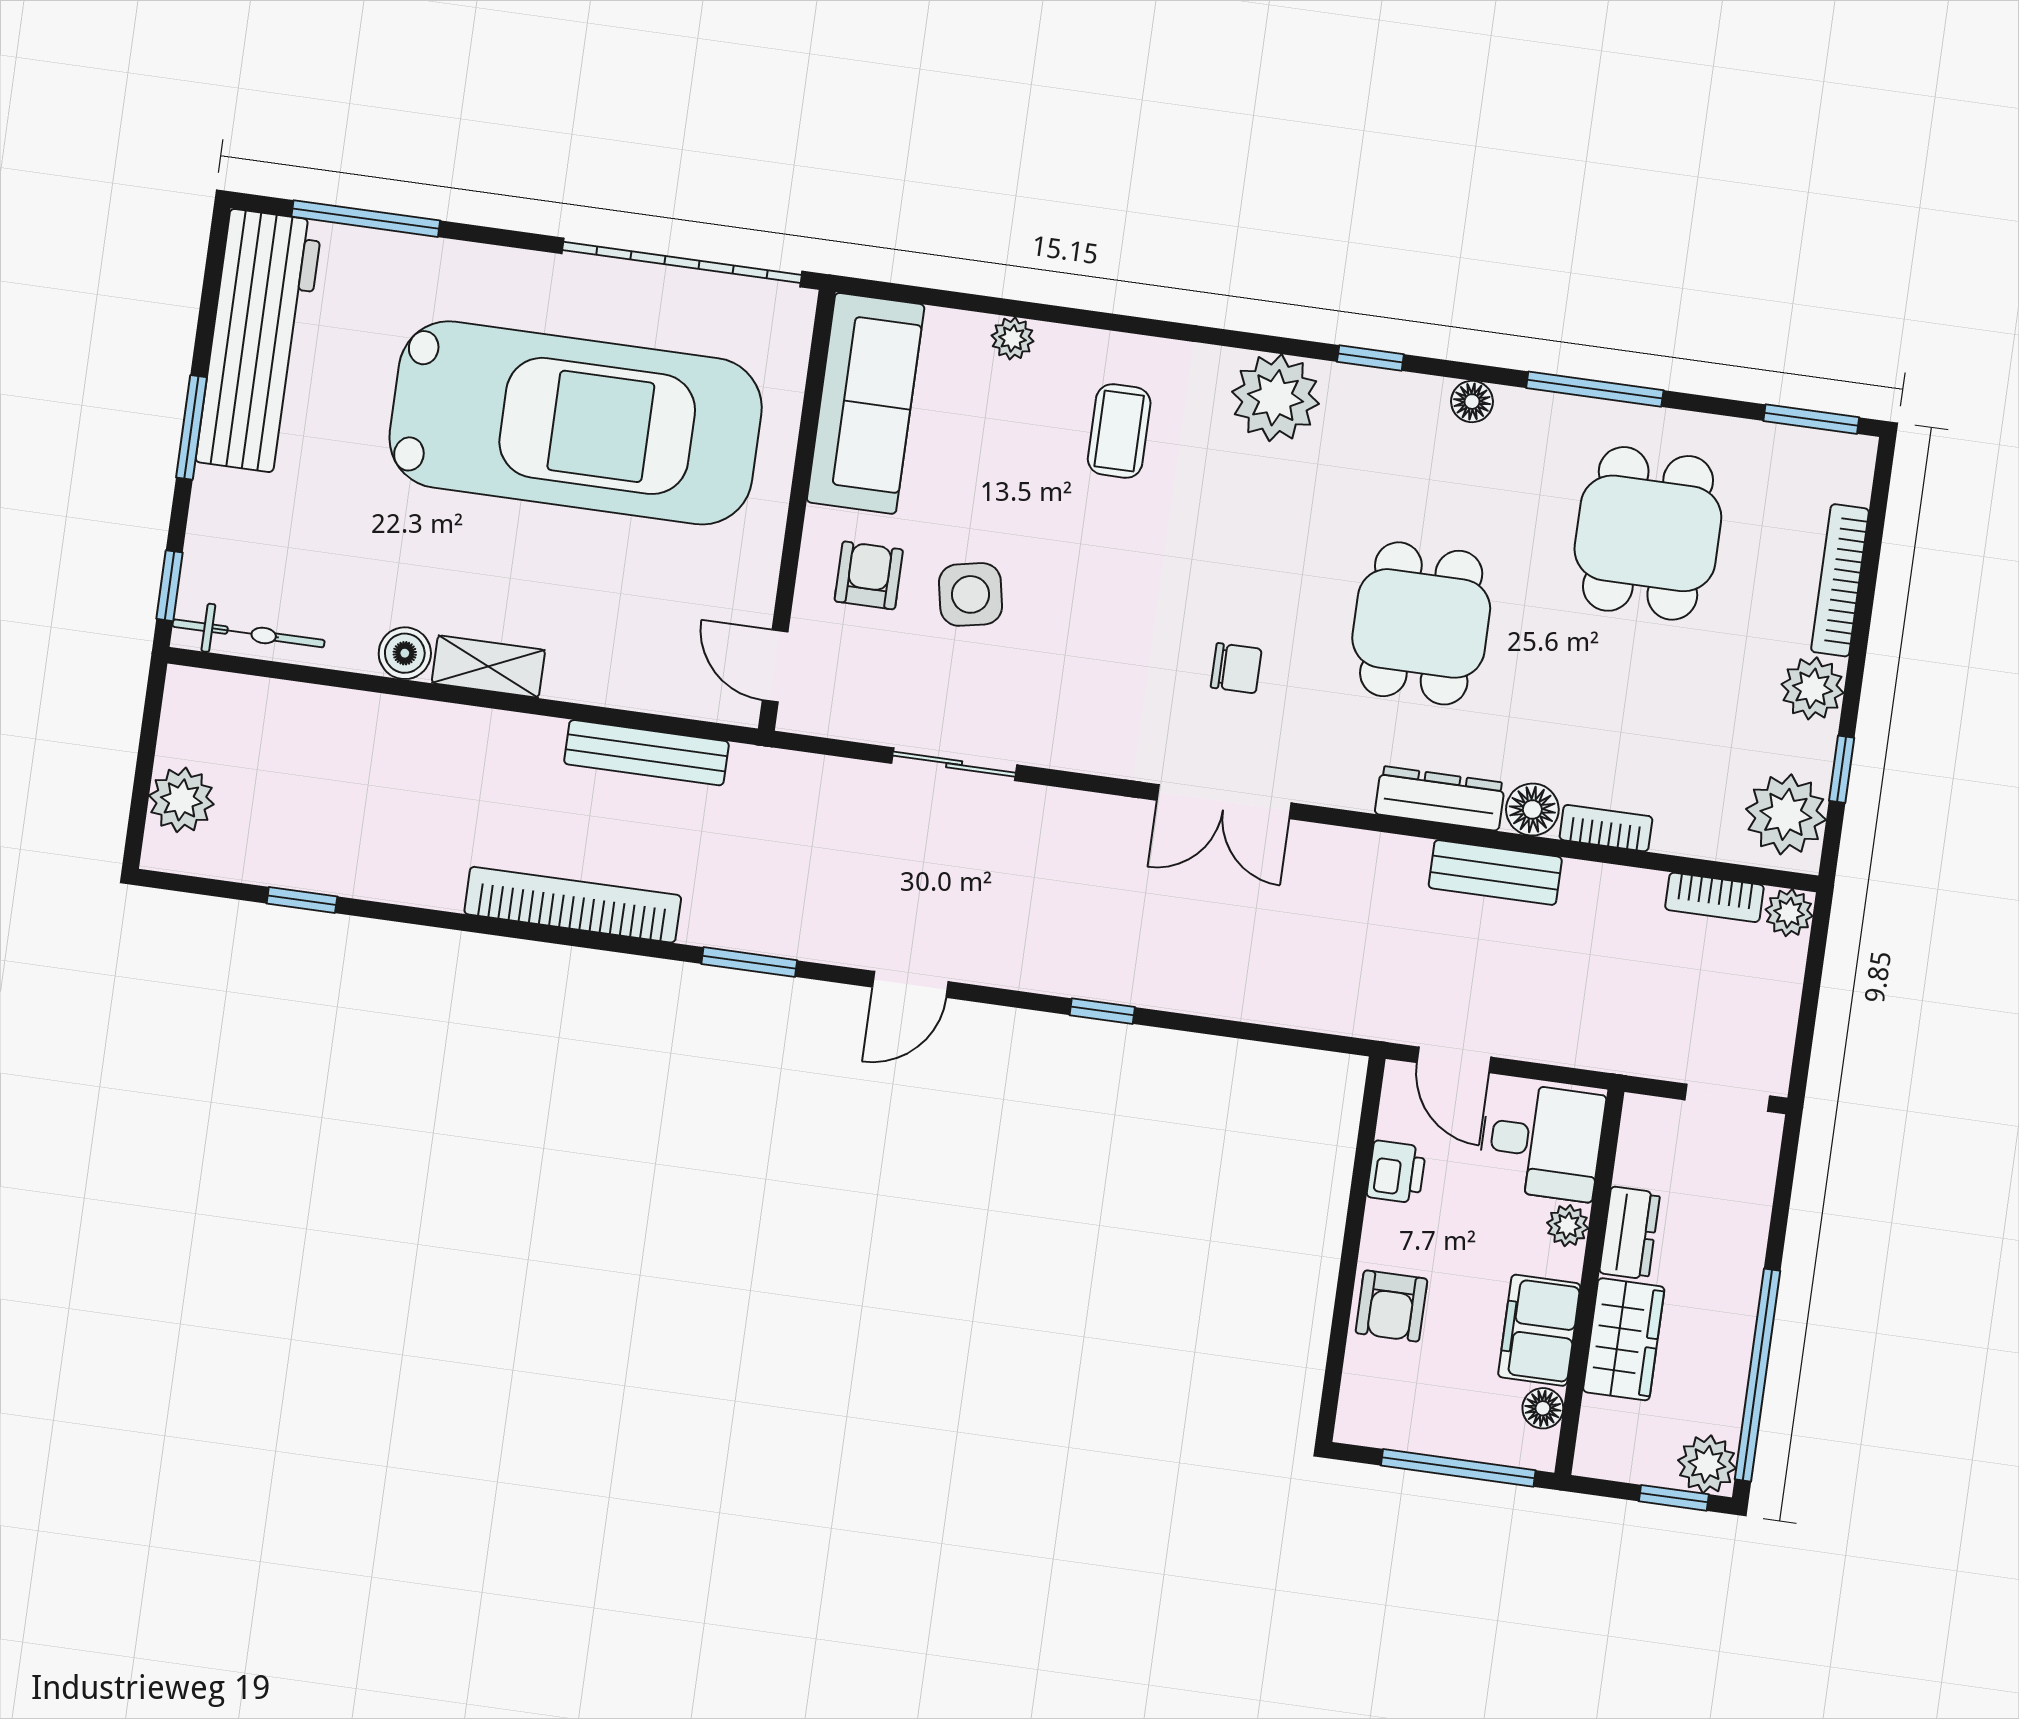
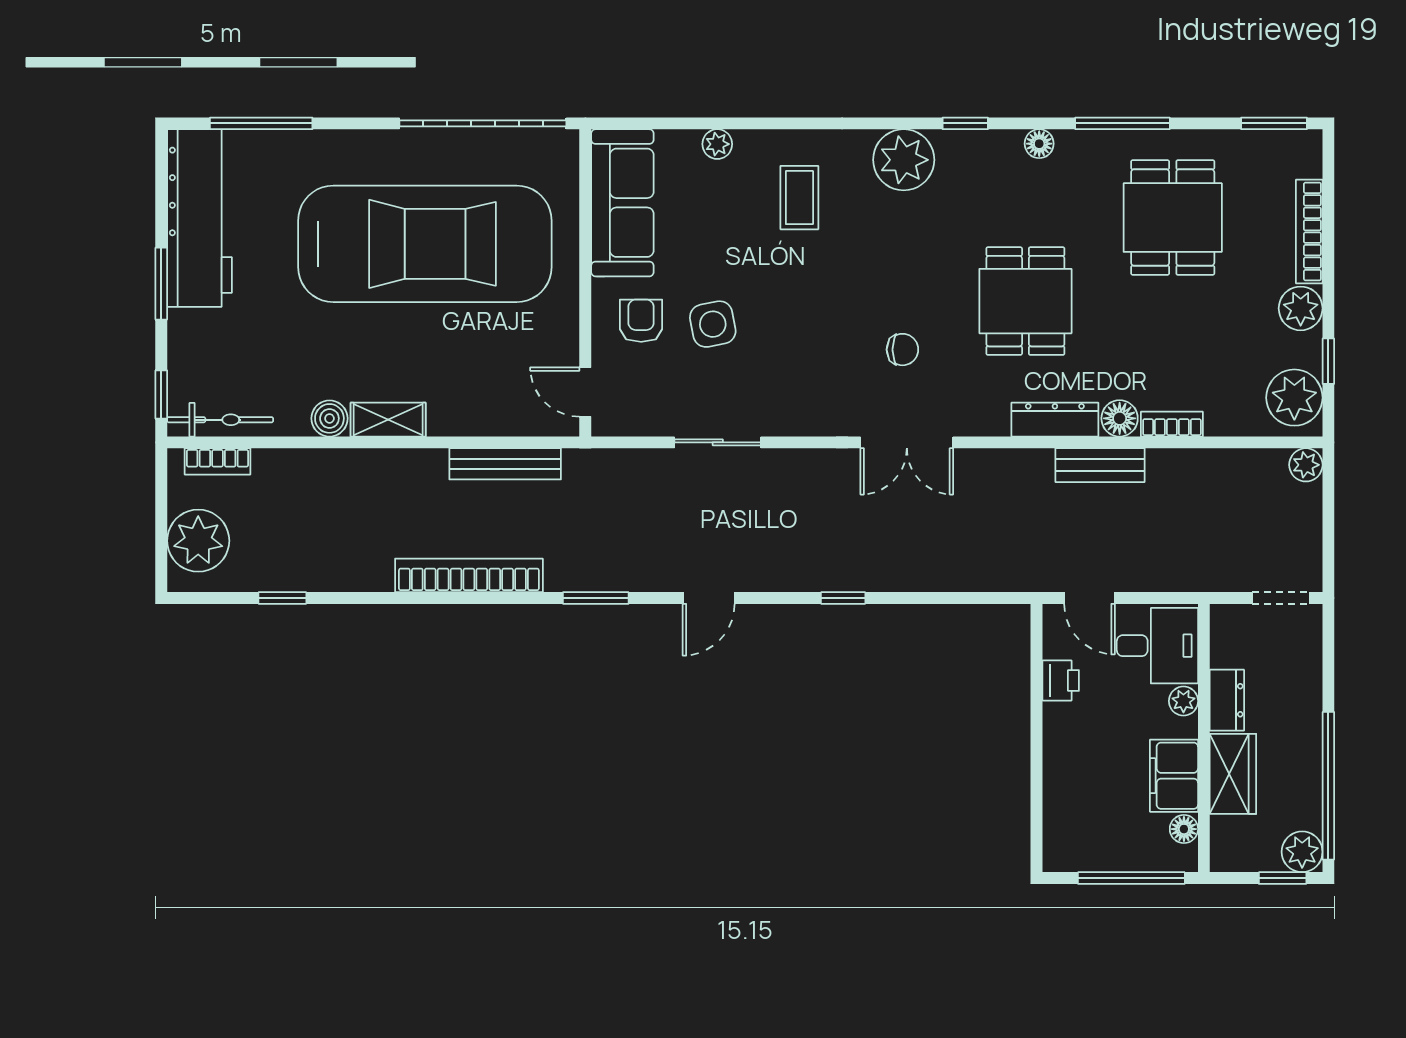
plant: (181, 800) -> (198, 541), width x1.36, depth x1.36
bookcase: (1714, 897) -> (217, 461), moved
armchair: (1391, 1306) -> (1070, 773), removed

